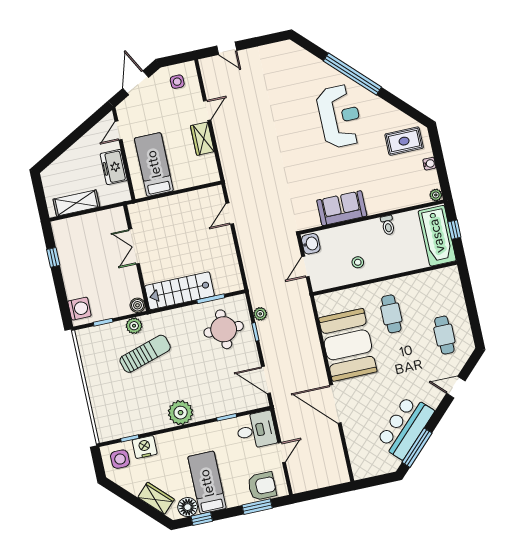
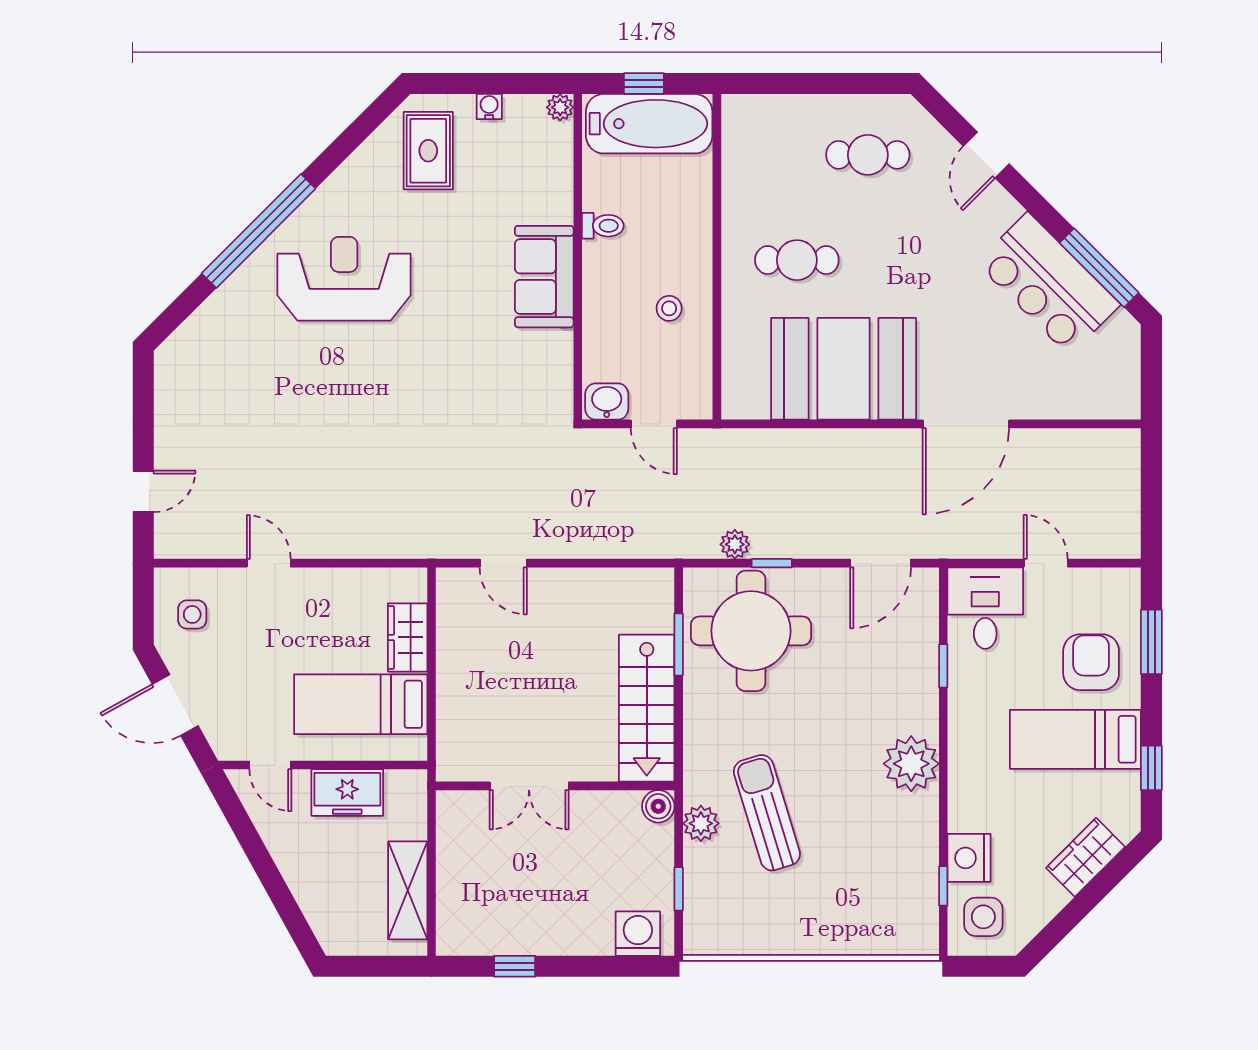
wardrobe: (202, 139) -> (408, 637), moved, turned 90
sofa: (342, 208) -> (544, 277), moved
round table: (224, 329) -> (751, 631), width x1.36, depth x1.36
armchair: (262, 486) -> (1091, 662), moved
floor lamp: (188, 507) -> (1119, 793), removed

